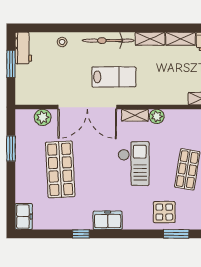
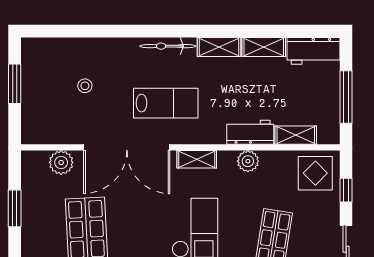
bicycle: (108, 41) -> (168, 46), width x0.73, depth x0.71
stool: (62, 42) -> (85, 86), moved
workbench: (23, 48) -> (250, 132), moved, turned -90
plant: (157, 116) -> (248, 161), moved

